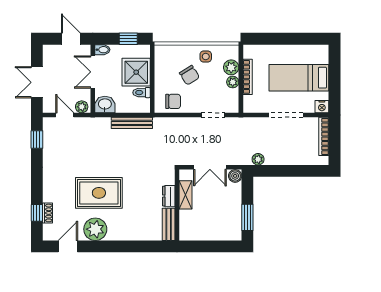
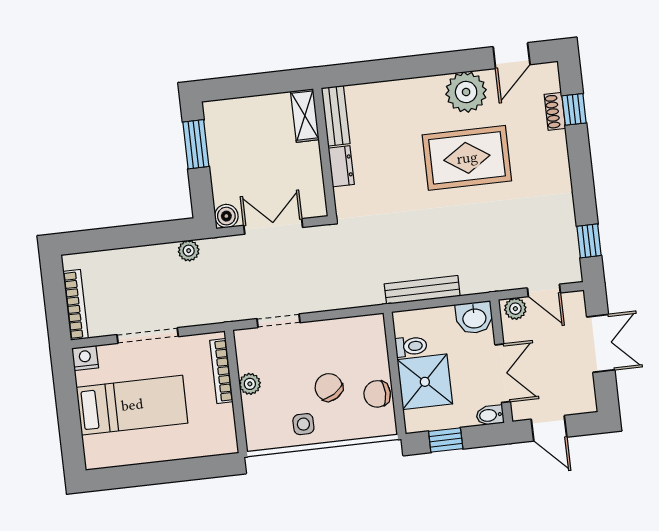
plant: (231, 67) -> (256, 410), removed
bookcase: (248, 77) -> (221, 371), moved
chair: (173, 101) -> (377, 394), moved
shelving: (186, 195) -> (305, 116), moved

